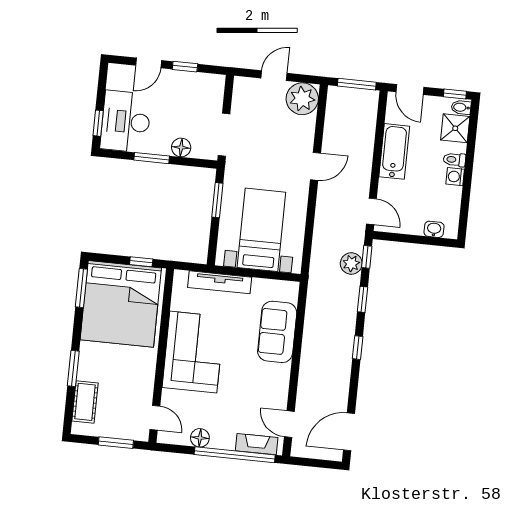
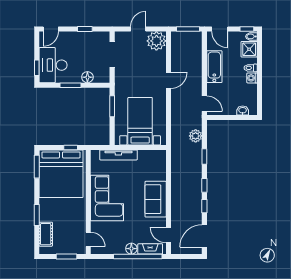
door: (149, 63) -> (51, 29), moved
doorway: (224, 135) -> (112, 55), moved
window: (367, 257) -> (204, 206), moved
sofa: (277, 332) -> (156, 199), moved
floor lamp: (200, 438) -> (131, 249), moved

